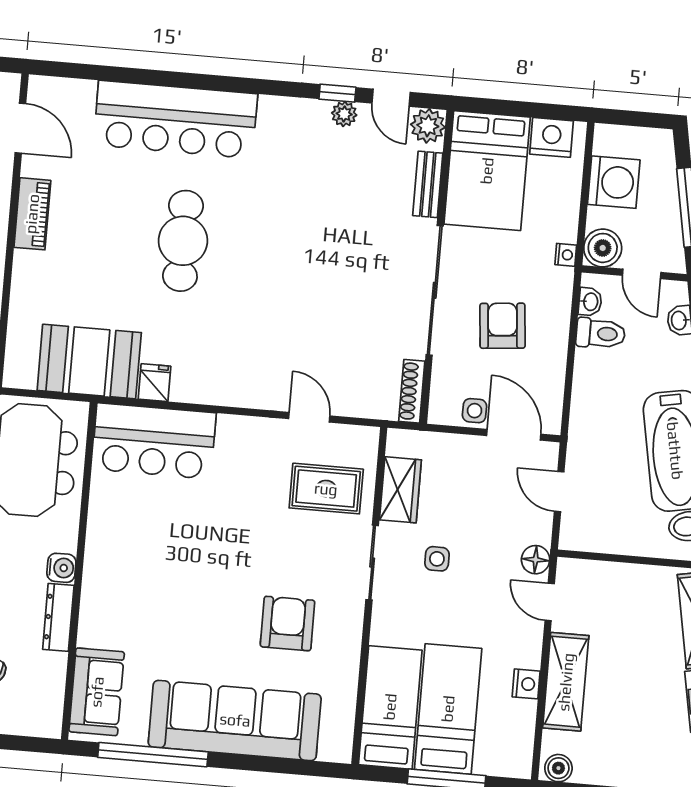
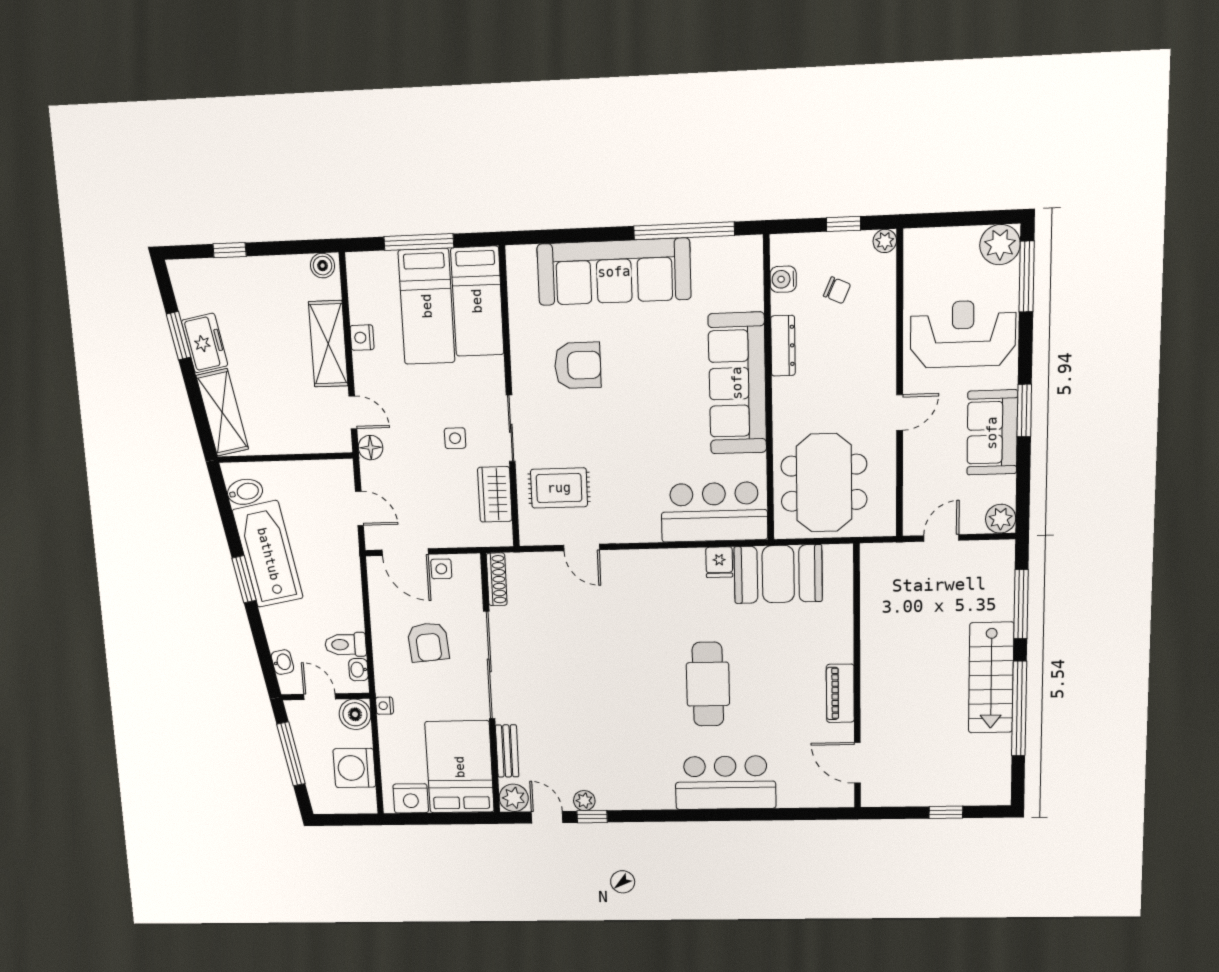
bar counter: (175, 119) -> (725, 783), width x0.73
water cooler: (61, 568) -> (783, 279), moved
armchair: (288, 624) -> (578, 365), turned -90
sofa: (97, 692) -> (737, 383), moved, width x1.85, depth x1.27

